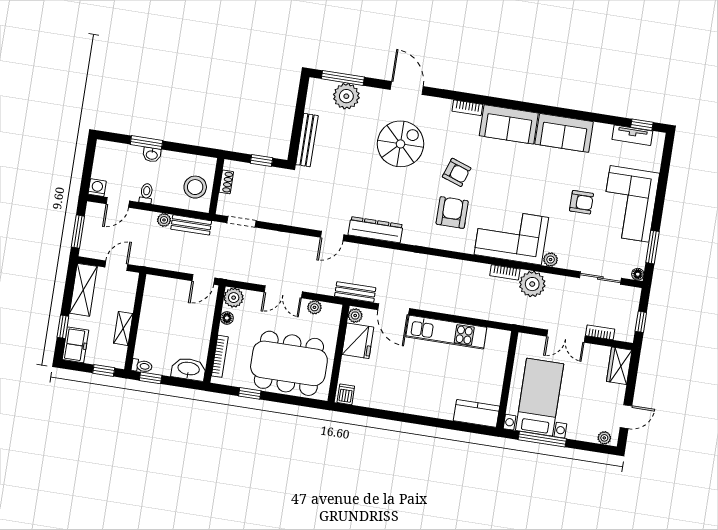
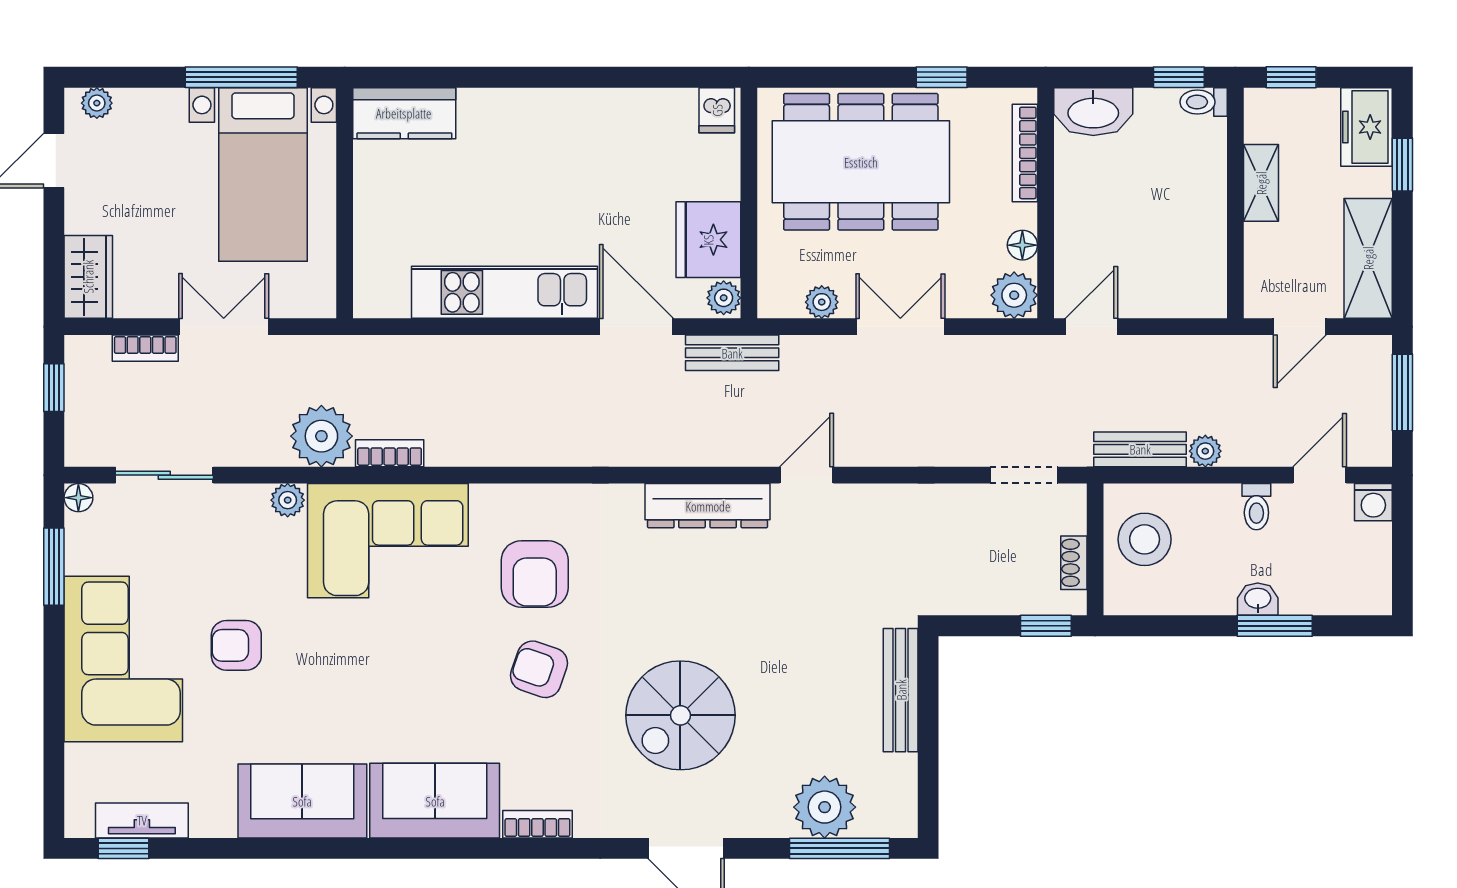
window: (261, 161) -> (1046, 626), moved

